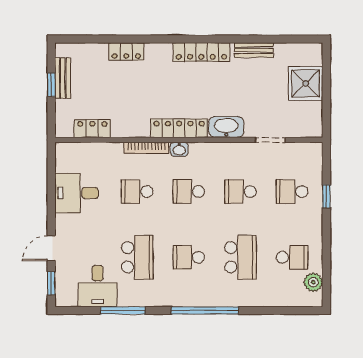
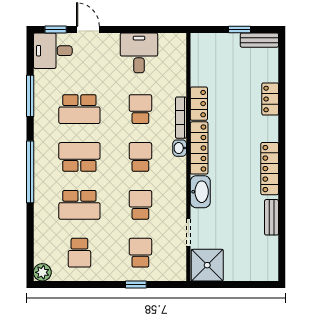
bench: (63, 78) -> (259, 40), moved
shower: (306, 83) -> (207, 265), moved
locker: (92, 128) -> (199, 104), moved
school desk: (189, 257) -> (79, 157), width x1.85
plant: (313, 282) -> (42, 272), moved
desk: (98, 286) -> (53, 51), moved

